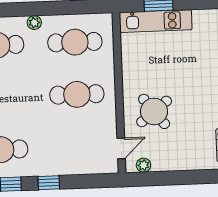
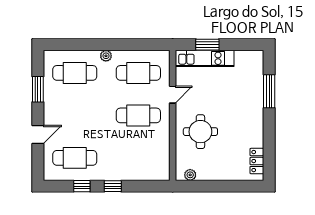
round table: (154, 111) -> (200, 132), turned 38
door: (121, 148) -> (173, 95), moved

